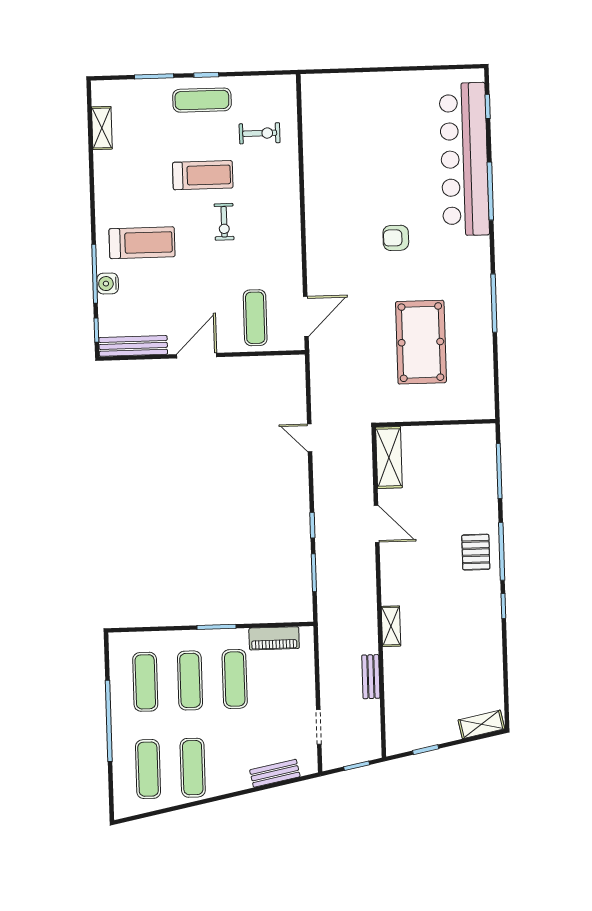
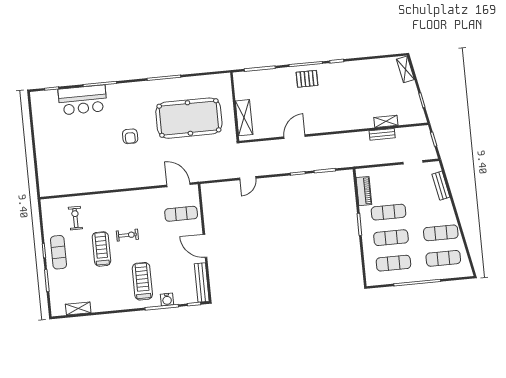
bar counter: (464, 159) -> (83, 100), width x0.54
pool table: (421, 342) -> (189, 118), width x1.36, depth x1.32
shelving: (389, 457) -> (244, 118), moved, turned 90
shelving: (391, 626) -> (386, 121), moved

